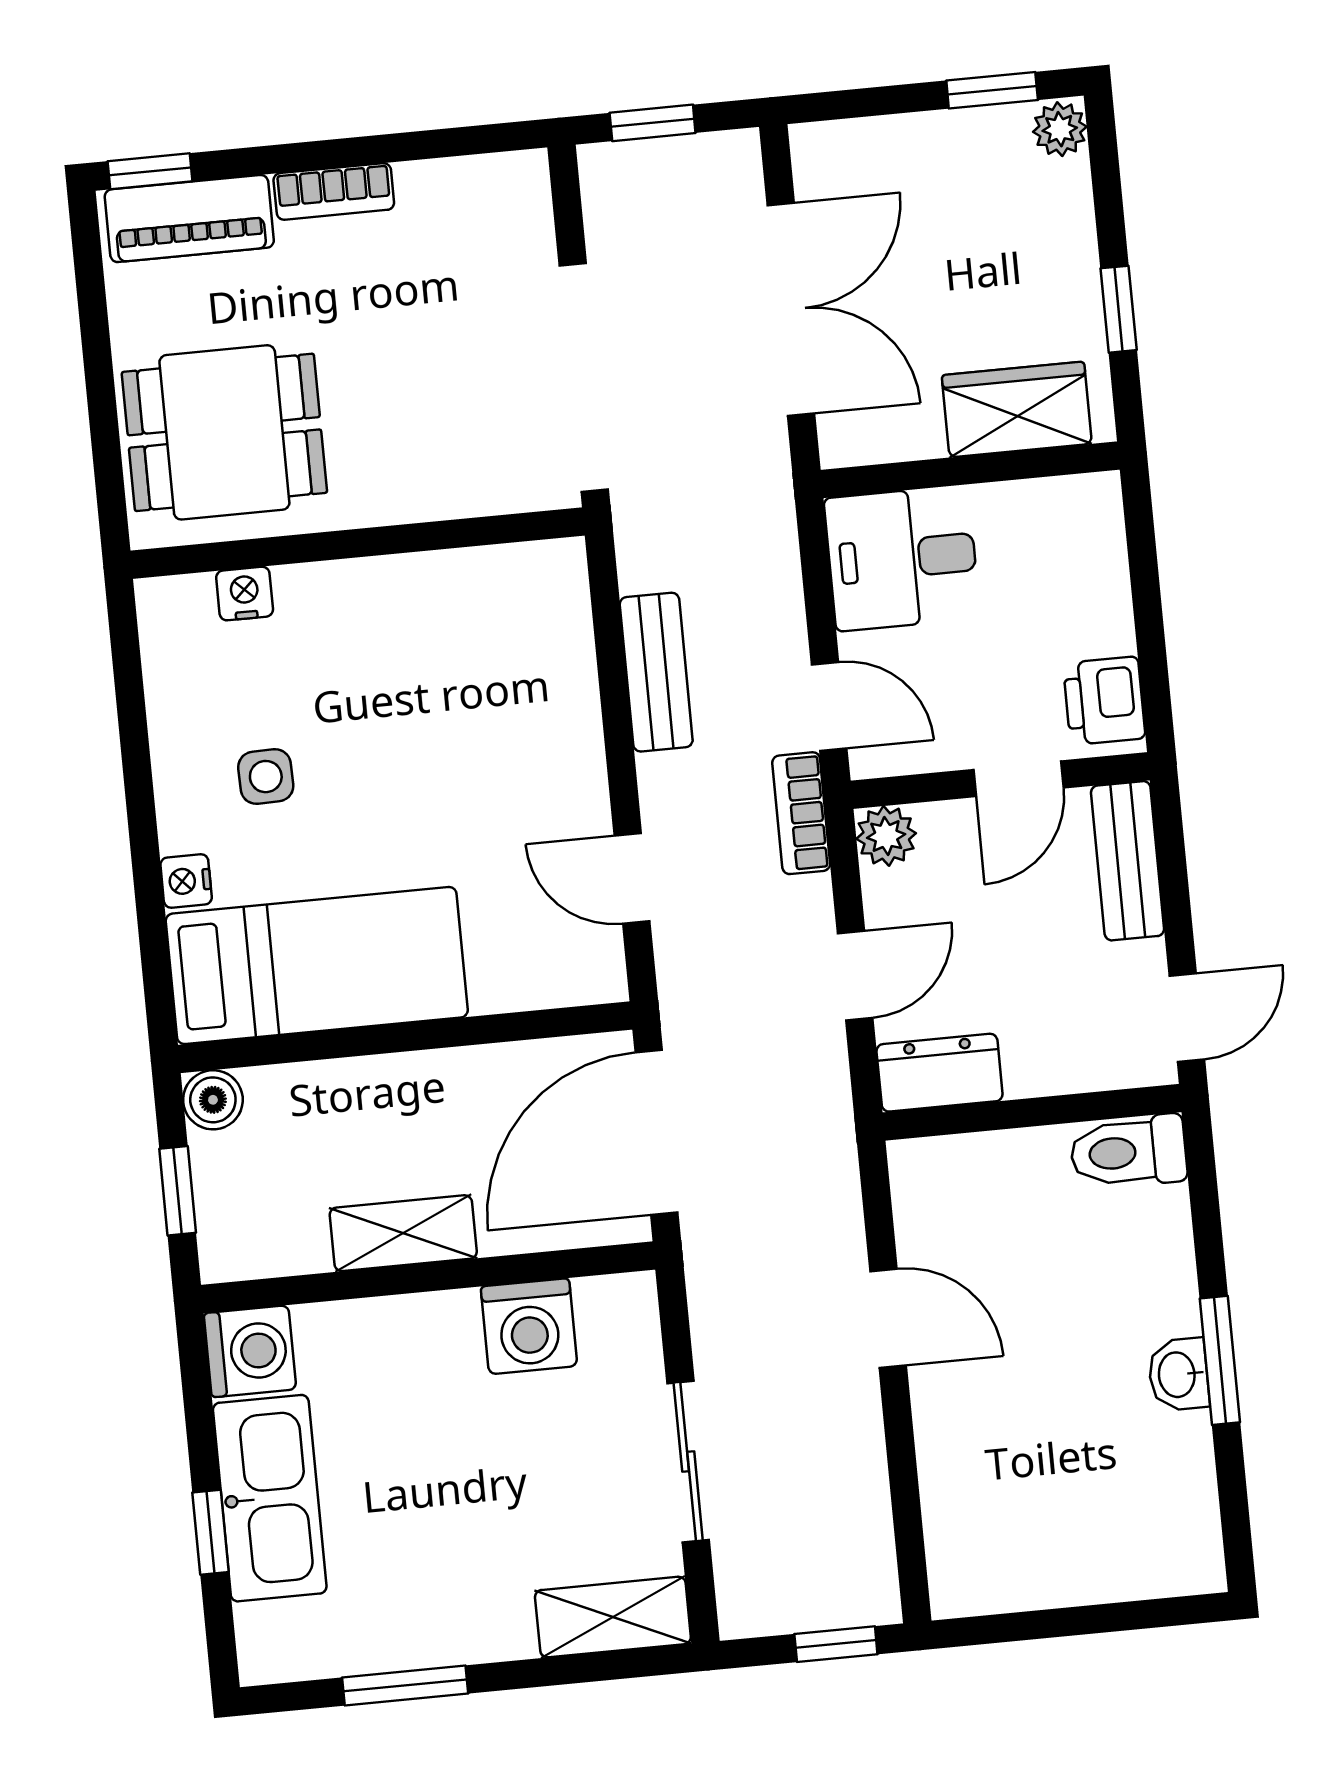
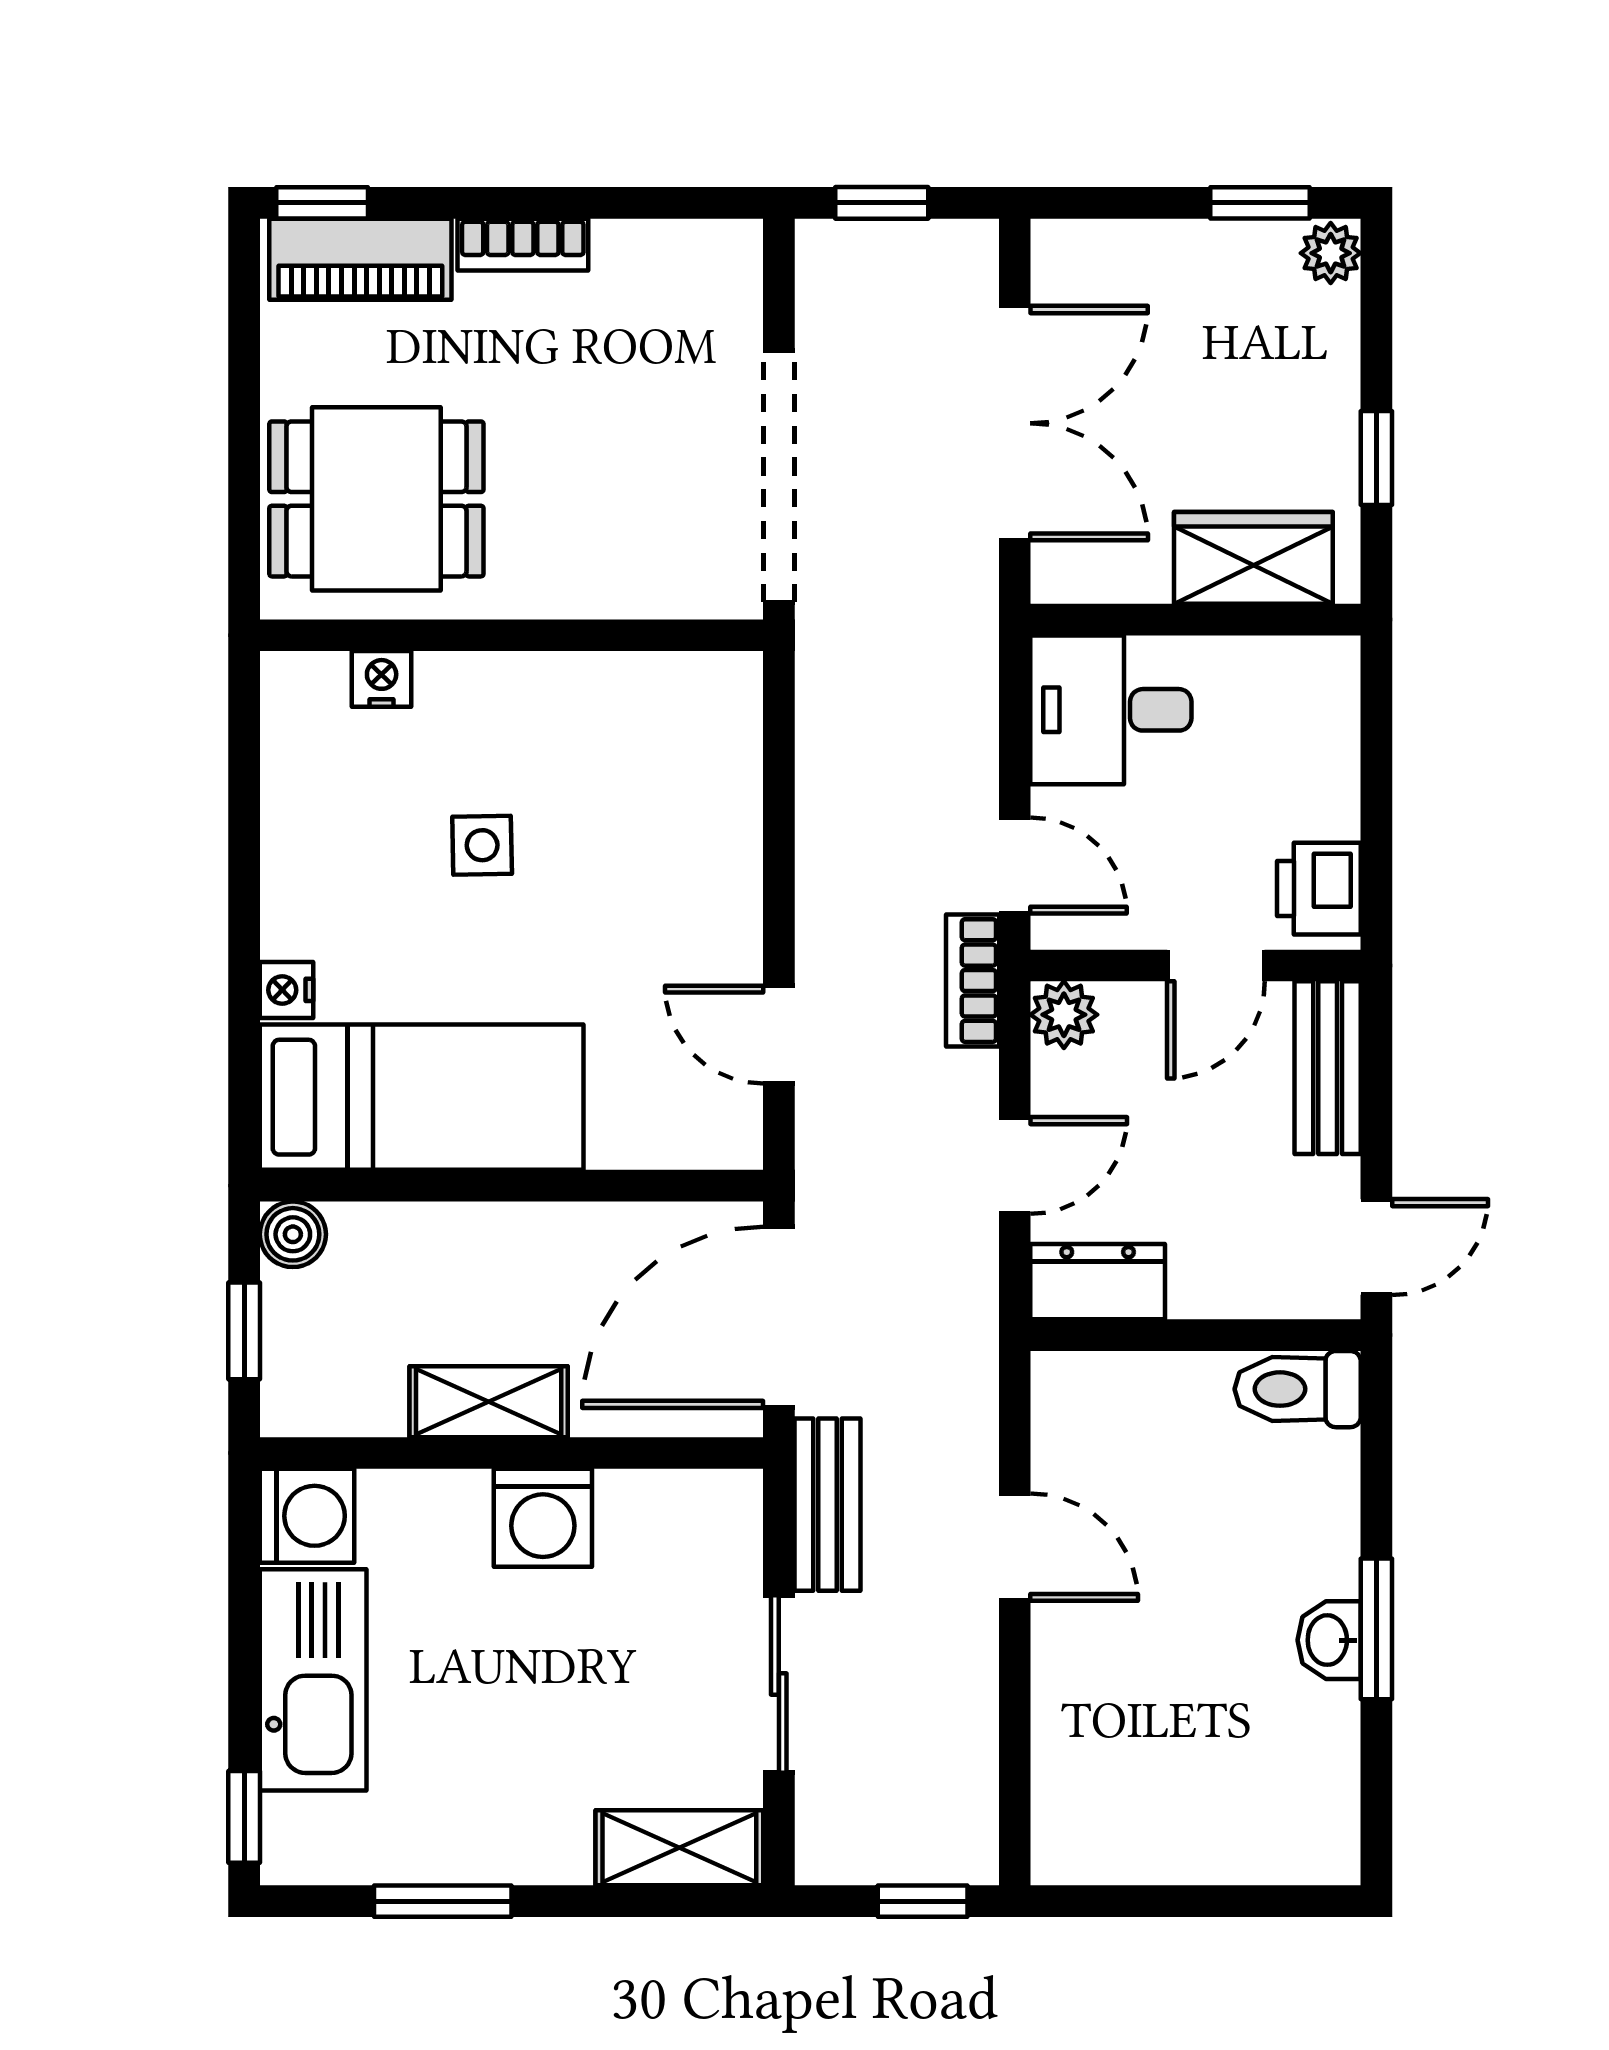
bench: (656, 672) -> (827, 1505), moved
side table: (266, 777) -> (482, 845), moved
washing machine: (529, 1326) -> (543, 1518), moved
window: (211, 1532) -> (244, 1817), moved

